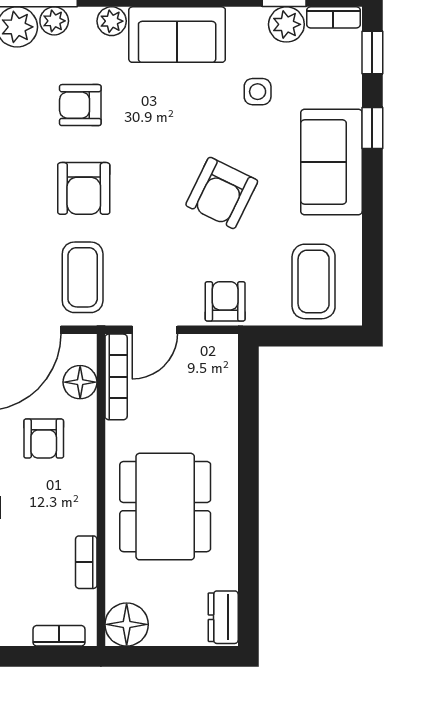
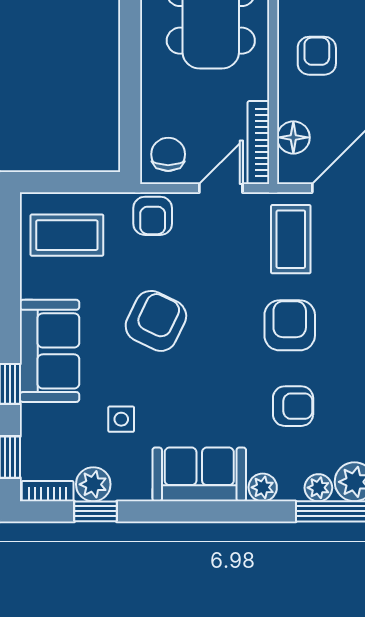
coffee table: (314, 281) -> (67, 235), turned 90
chair: (209, 365) -> (168, 154), added
armchair: (44, 439) -> (317, 56), moved

